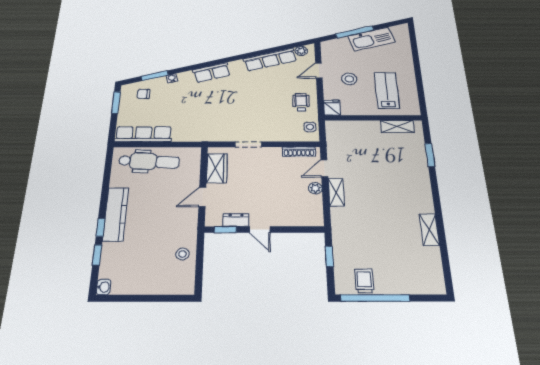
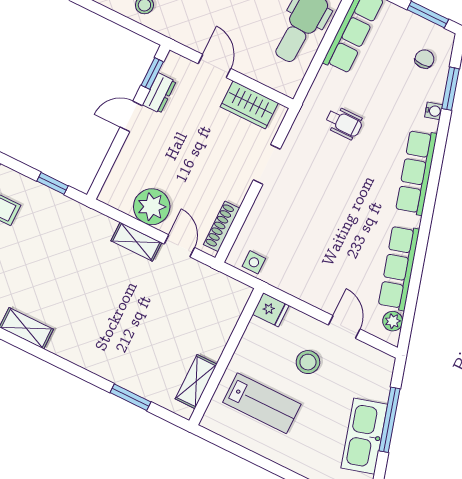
row of seats: (212, 72) -> (416, 172), width x1.48
wheelchair: (301, 102) -> (344, 123), moved
plant: (315, 188) -> (152, 207), width x1.87, depth x1.87

